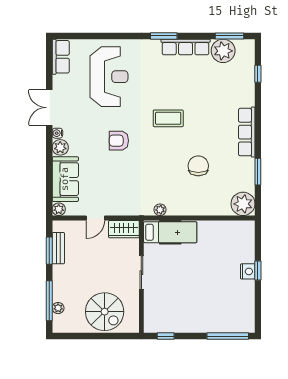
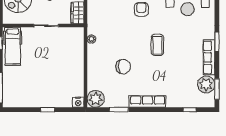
hospital bed: (170, 232) -> (13, 46), moved
nightstand: (248, 271) -> (78, 102), moved

